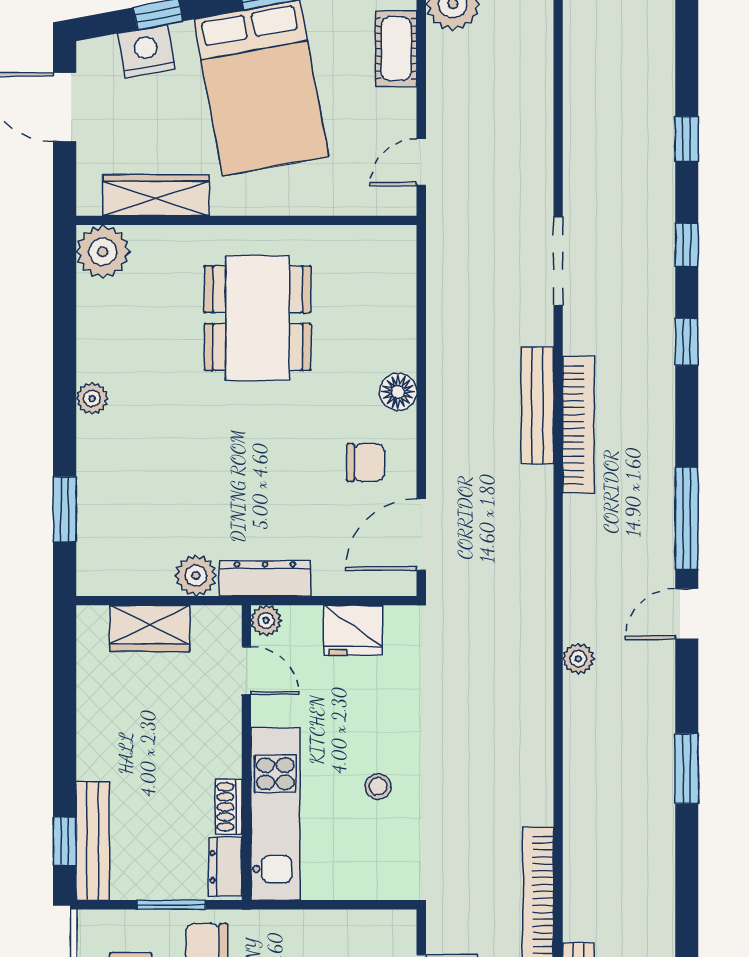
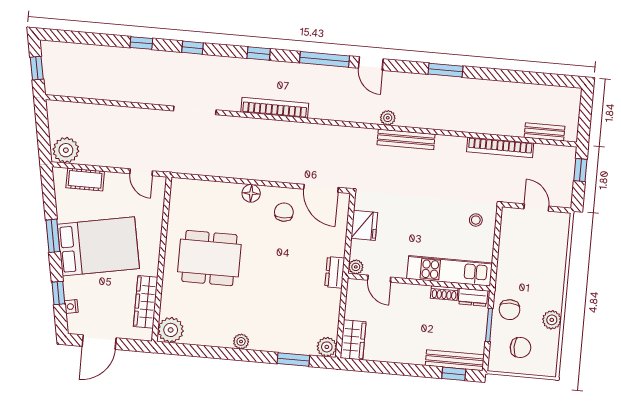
nightstand: (146, 51) -> (71, 306), width x0.53, depth x0.56
window: (687, 342) -> (259, 53), moved
bench: (537, 406) -> (406, 139), moved
plant: (196, 576) -> (327, 347), moved
dresser: (265, 578) -> (335, 272), width x0.70
wardrobe: (150, 628) -> (353, 340), moved
door: (246, 671) -> (379, 279), swing flipped
stool: (378, 786) -> (476, 220), moved

